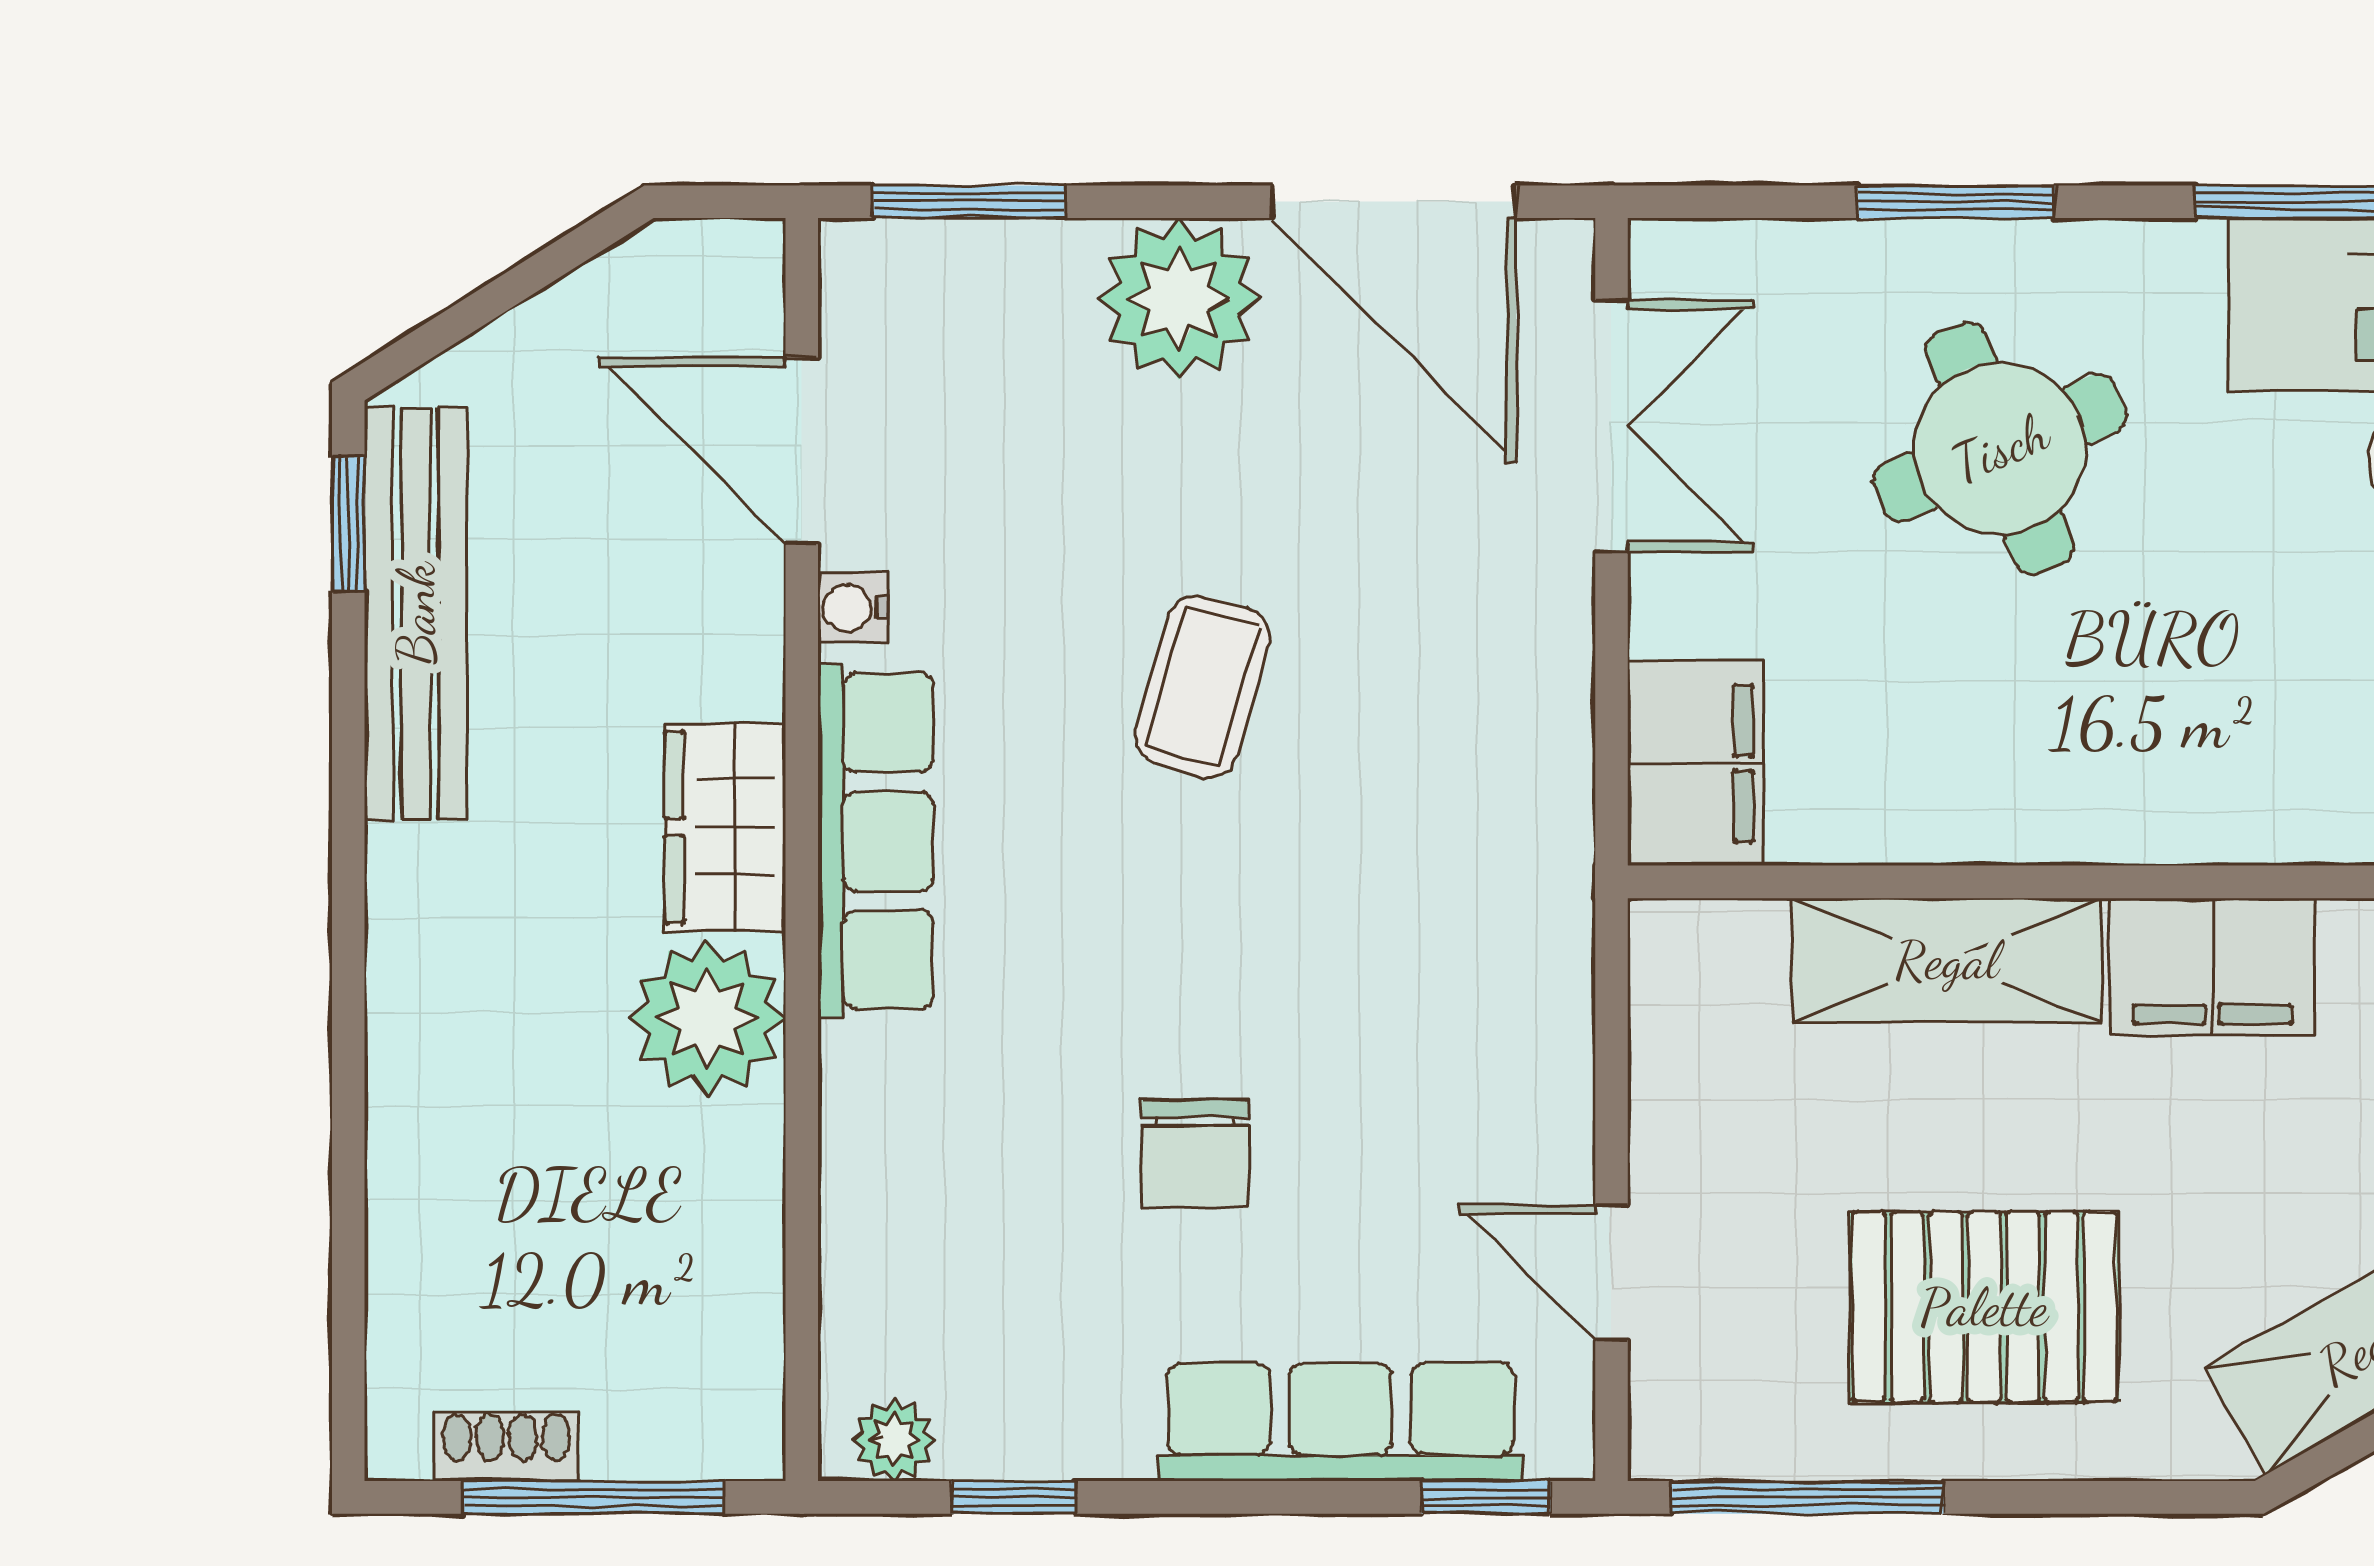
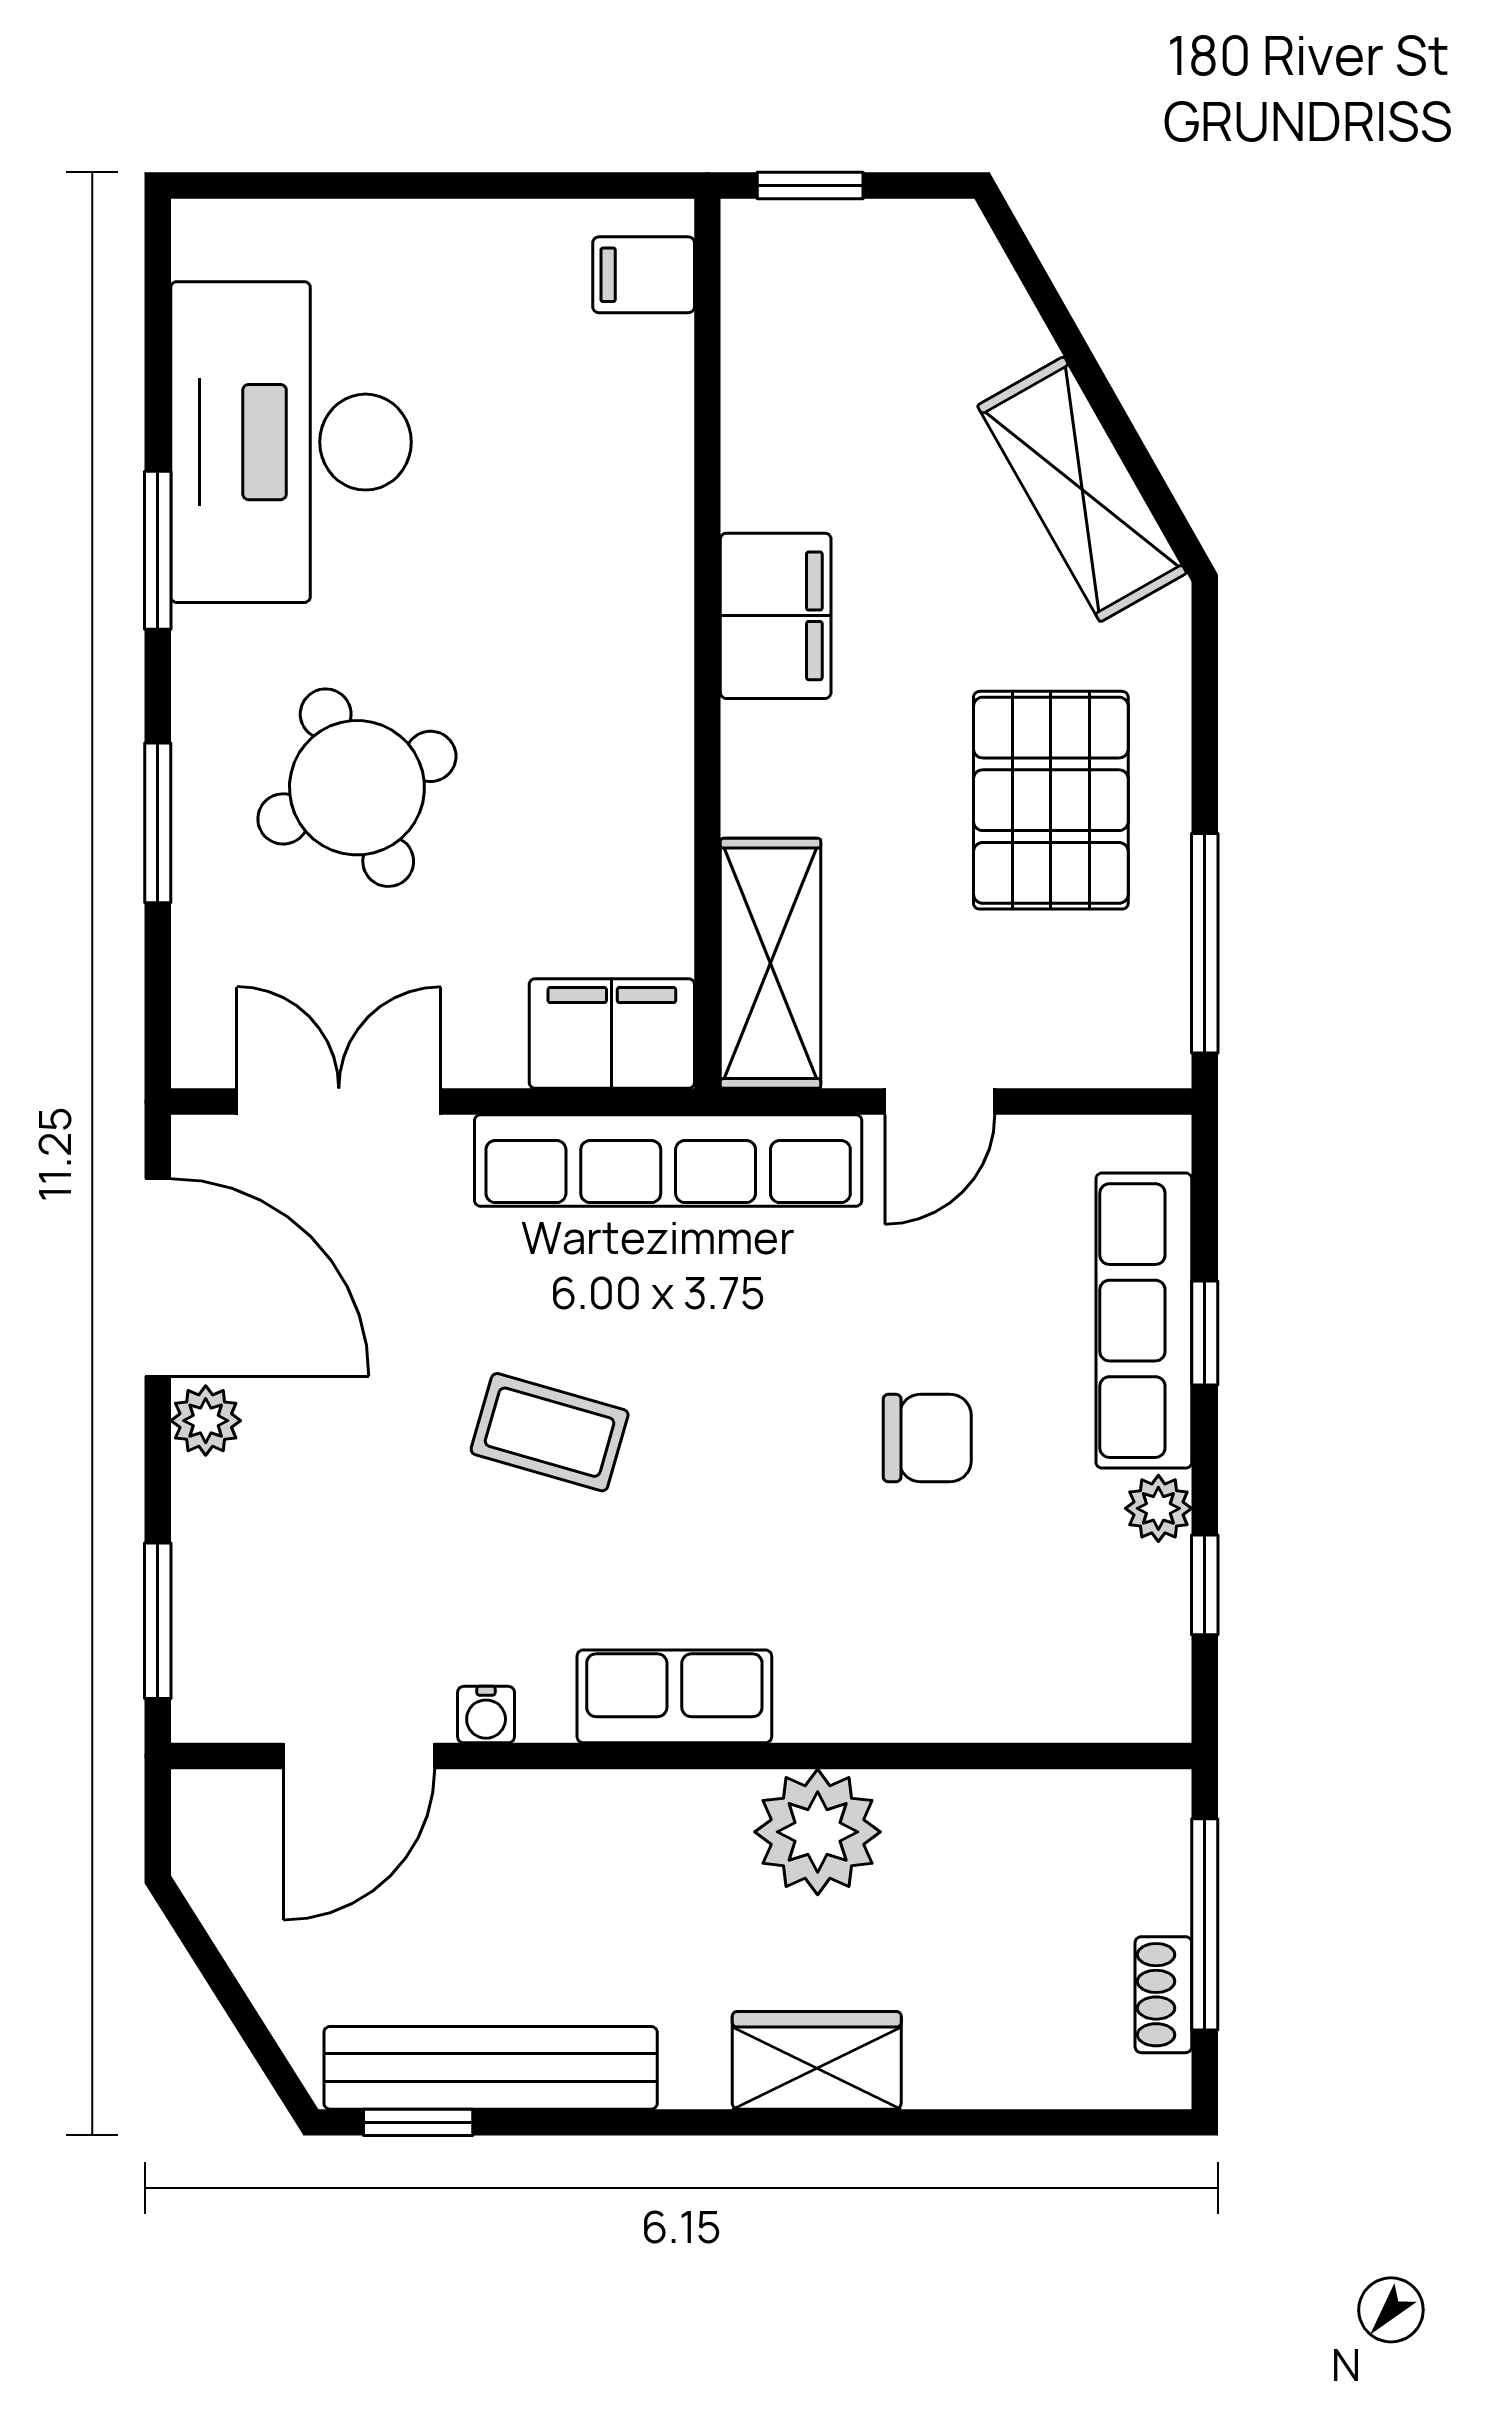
door: (1394, 202) -> (158, 1277), hinge flipped
plant: (1179, 299) -> (206, 1421), width x0.53, depth x0.53
wardrobe: (725, 827) -> (817, 2060), moved, turned 180
row of seats: (1539, 833) -> (668, 1161), added
row of seats: (875, 841) -> (674, 1696), width x0.68
shelving: (1947, 960) -> (771, 963), moved
door: (1611, 1273) -> (940, 1102), moved
plant: (894, 1440) -> (1158, 1508), moved
window: (1486, 1497) -> (1205, 1333), moved

